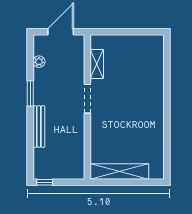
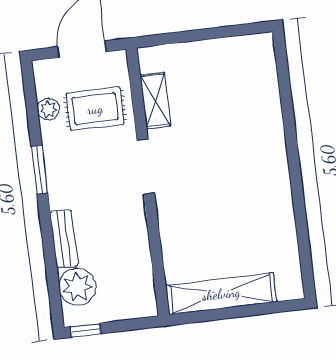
rug: (64, 64) -> (95, 109), added
bench: (39, 127) -> (64, 239), width x0.73
plant: (43, 158) -> (77, 287), added

